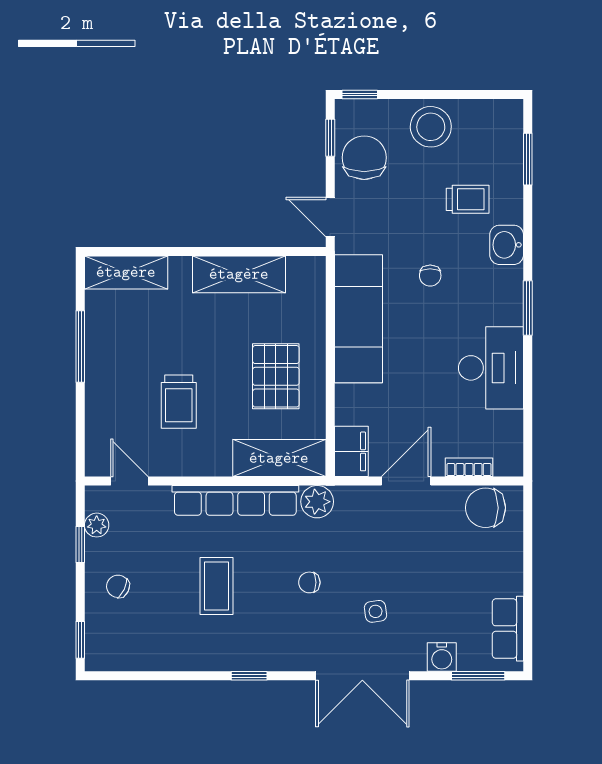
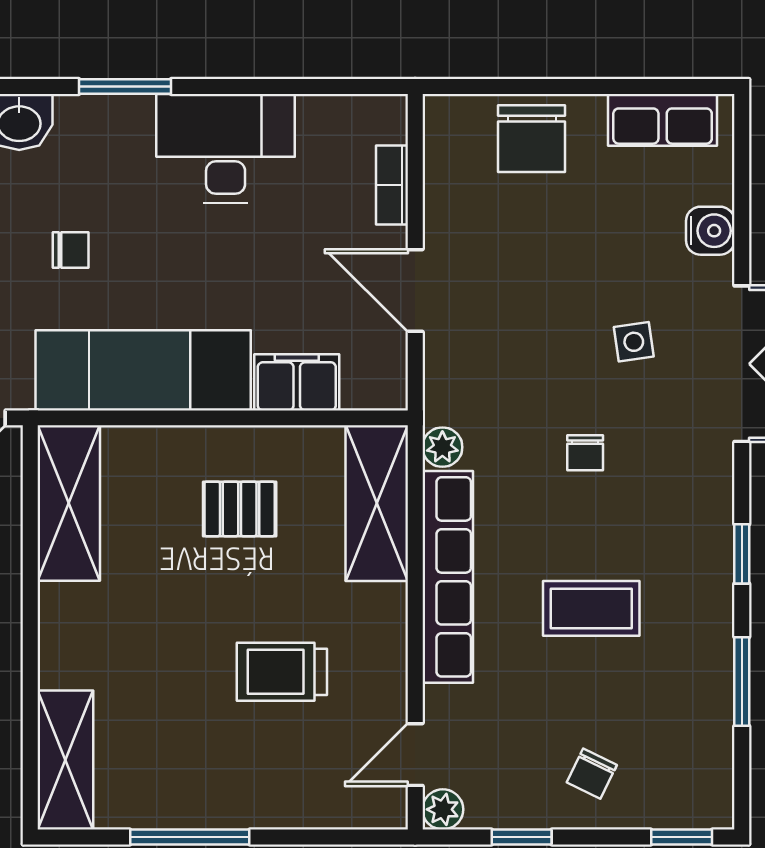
shelving: (239, 274) -> (69, 503), moved
pallet: (276, 376) -> (240, 509), width x0.67, depth x0.71
trolley: (179, 402) -> (282, 672), turned 180
filing cabinet: (351, 451) -> (297, 382), moved
plant: (317, 502) -> (442, 447), width x0.73, depth x0.73
chair: (486, 508) -> (532, 139), moved
plant: (97, 525) -> (443, 809), moved
window: (478, 676) -> (742, 682), moved

